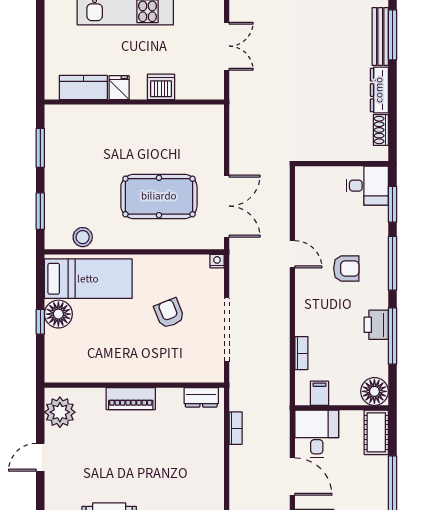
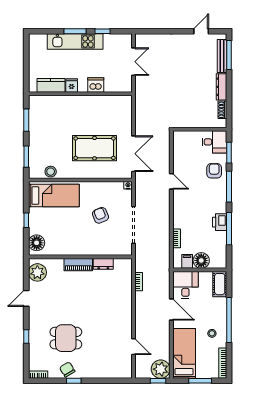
armchair: (346, 268) -> (214, 171), moved, turned -90
floor lamp: (58, 314) -> (37, 243), moved
floor lamp: (374, 391) -> (201, 260), moved
dresser: (201, 397) -> (103, 264), moved

